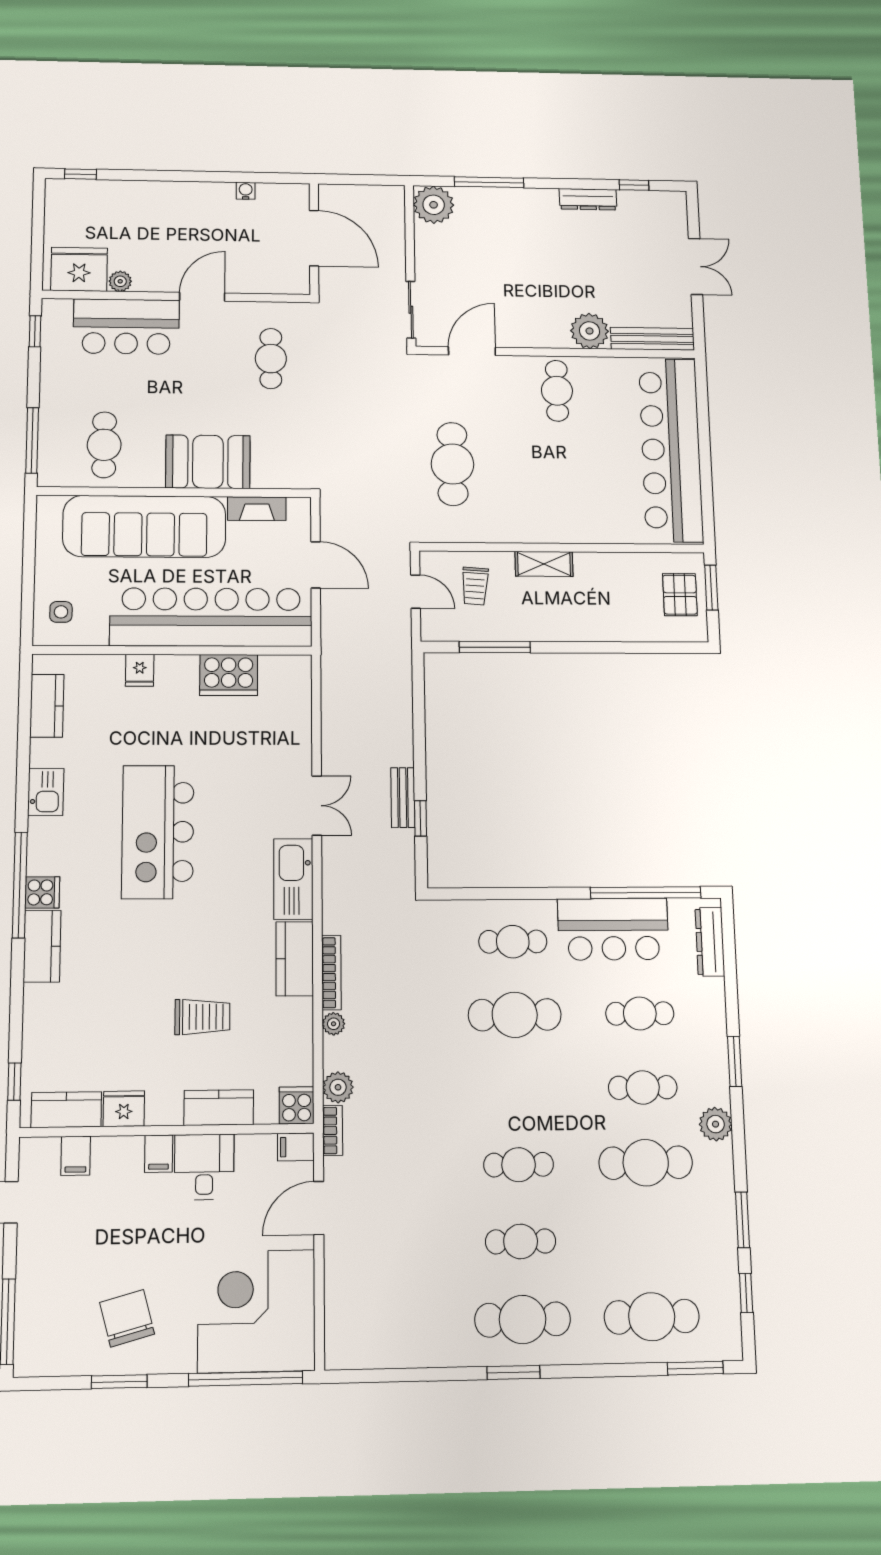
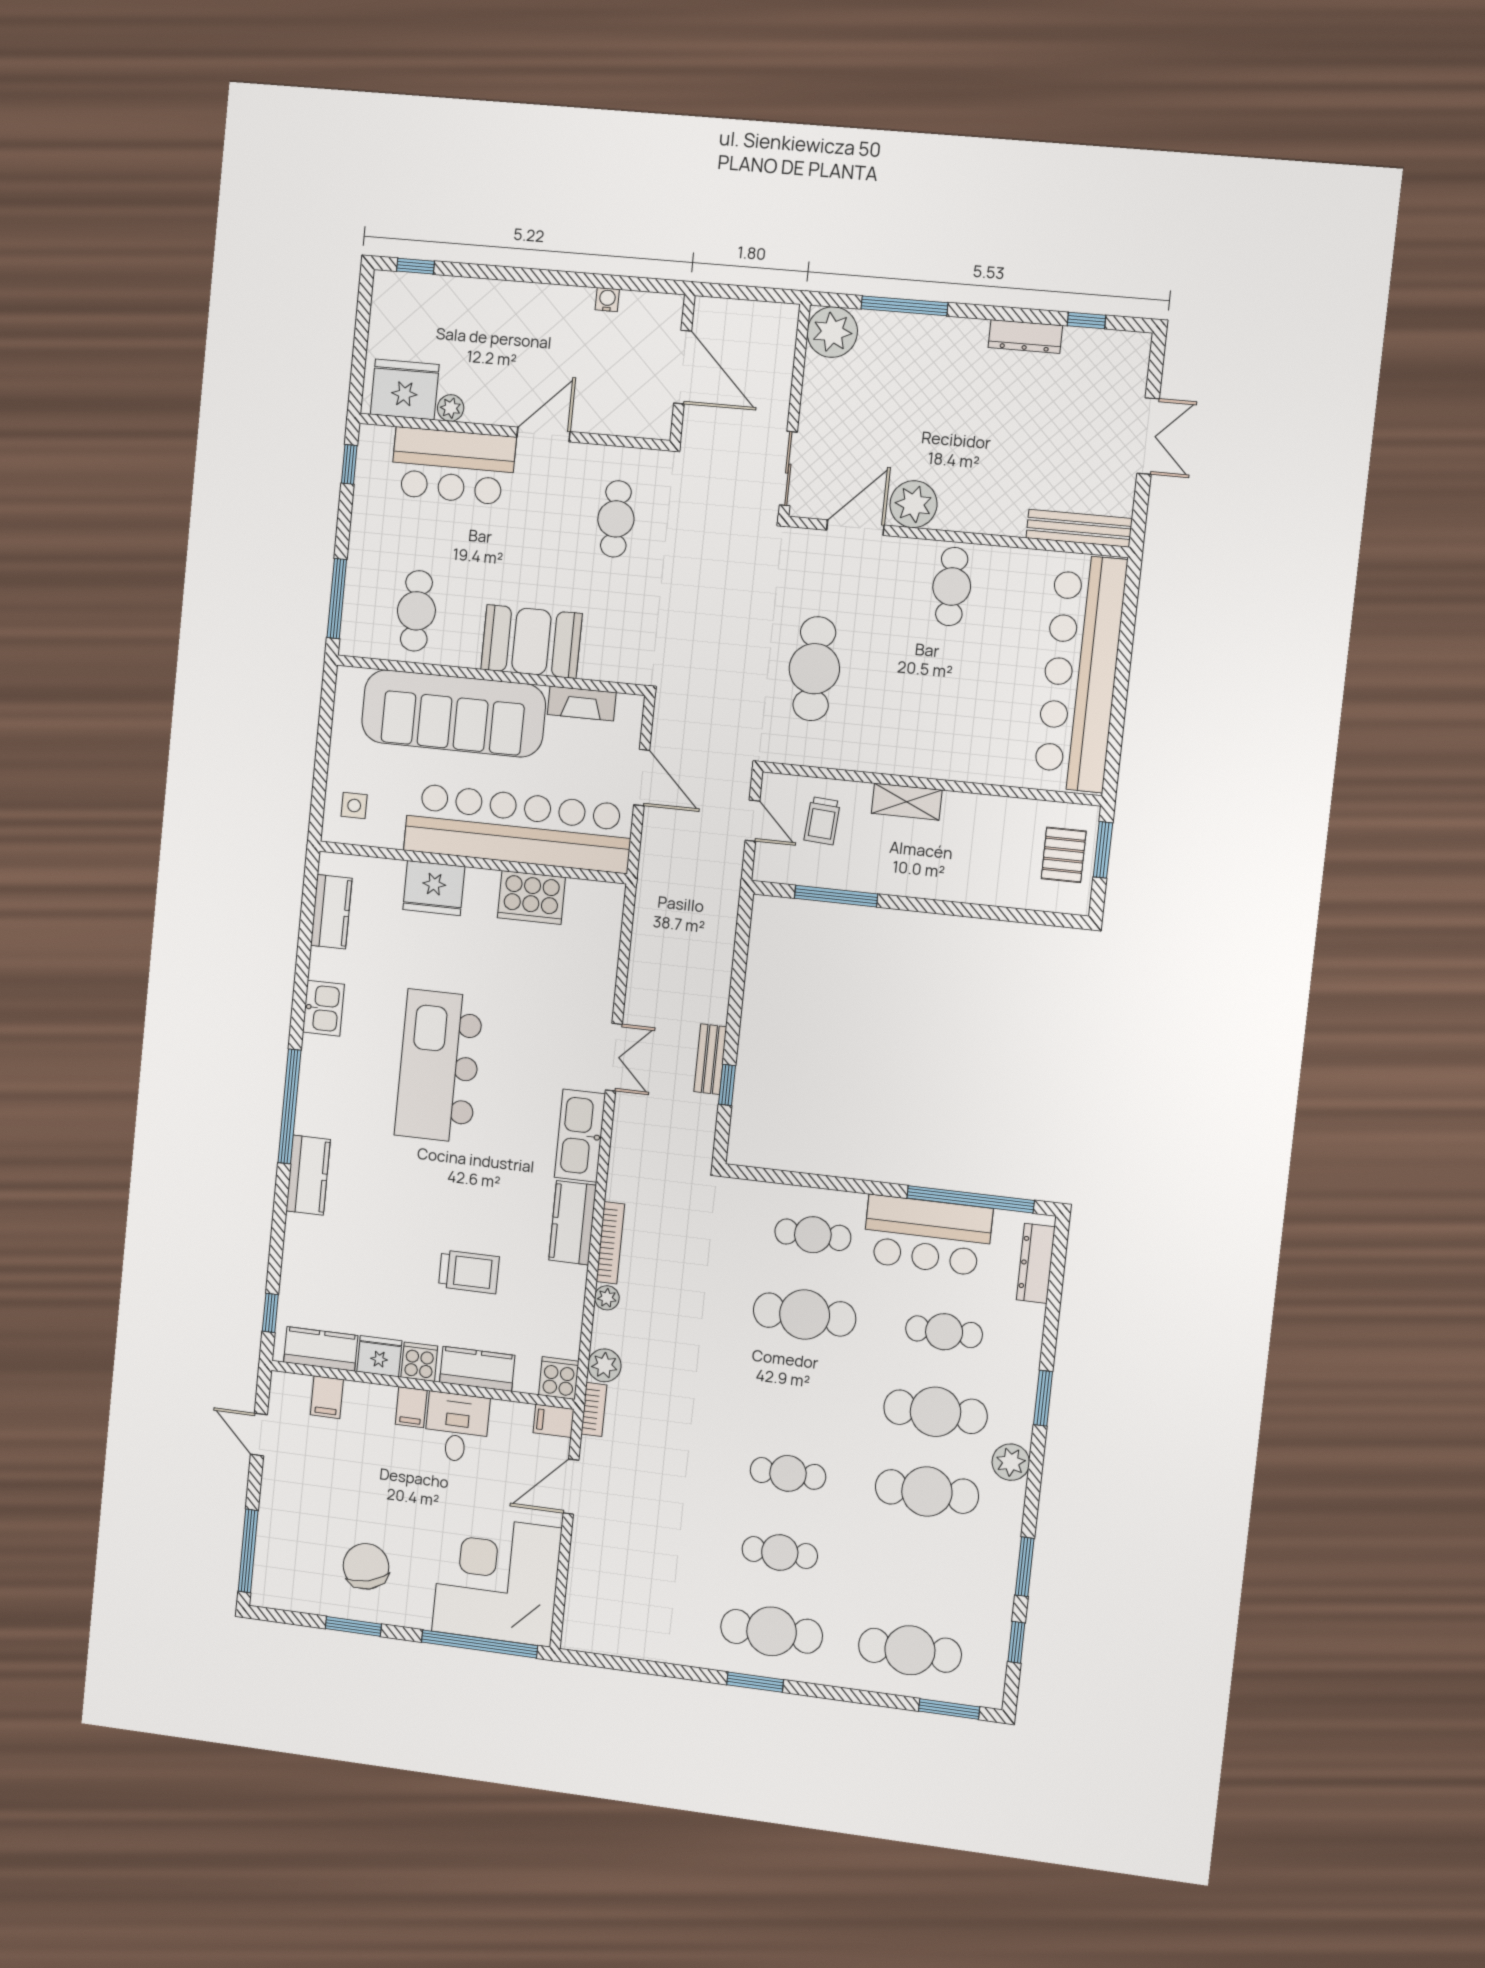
plant: (590, 331) -> (914, 504), moved
fridge: (140, 670) -> (434, 888), width x1.88, depth x1.34
cooker: (42, 892) -> (419, 1362), moved, turned -90
cafe table: (643, 1087) -> (935, 1412), width x1.37, depth x1.35

